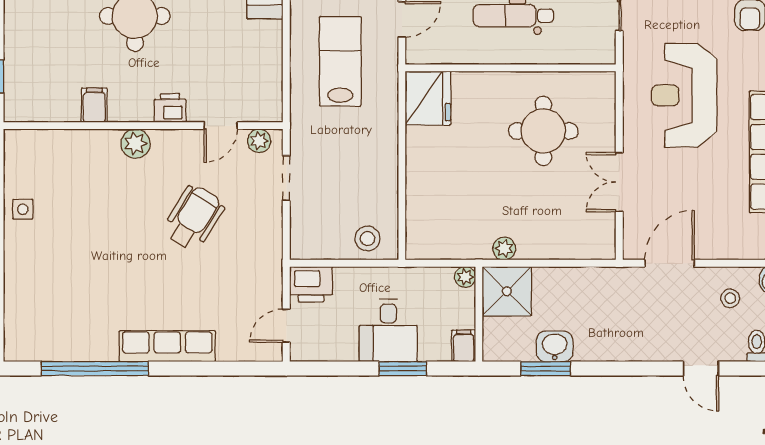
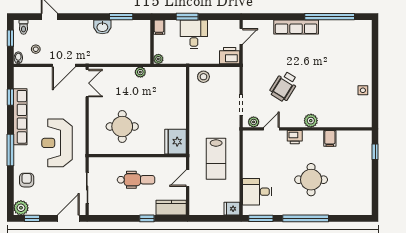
reception desk: (684, 95) -> (57, 143), turned 180
double door: (619, 182) -> (87, 83), moved
shower: (507, 291) -> (139, 52), removed
washbasin: (555, 346) -> (102, 27), moved

